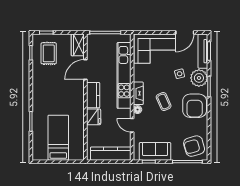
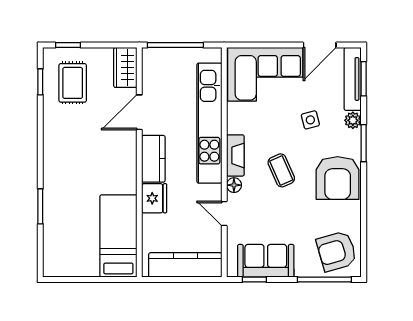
plant: (199, 78) -> (353, 120), width x0.53, depth x0.53
bed: (58, 138) -> (118, 236), moved

